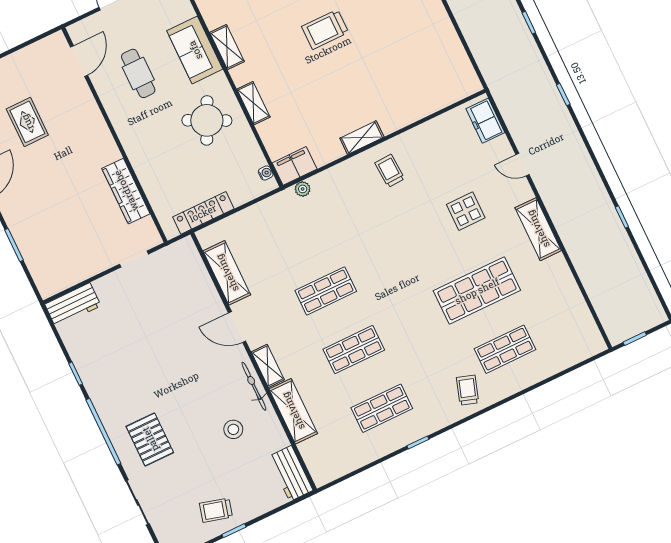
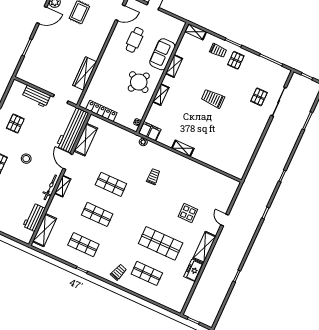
freezer: (485, 121) -> (194, 270), moved
trolley: (390, 171) -> (153, 177), moved
workbench: (195, 280) -> (72, 130), added
workbench: (73, 305) -> (36, 96), moved
pallet: (114, 358) -> (15, 124), added
shelving: (293, 411) -> (45, 230), moved
stool: (233, 429) -> (26, 159), moved
workbench: (291, 473) -> (34, 217), moved

